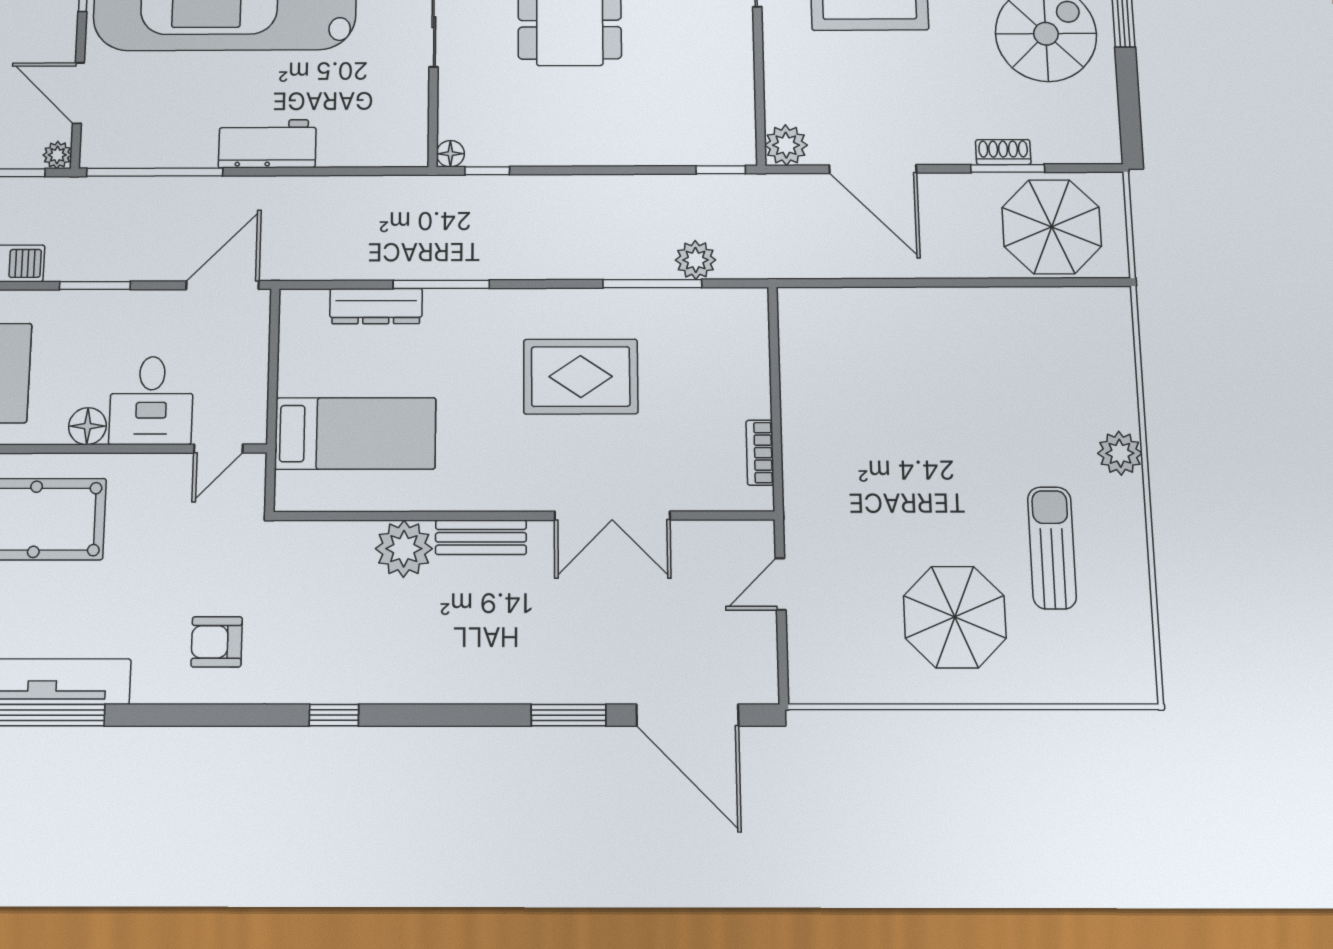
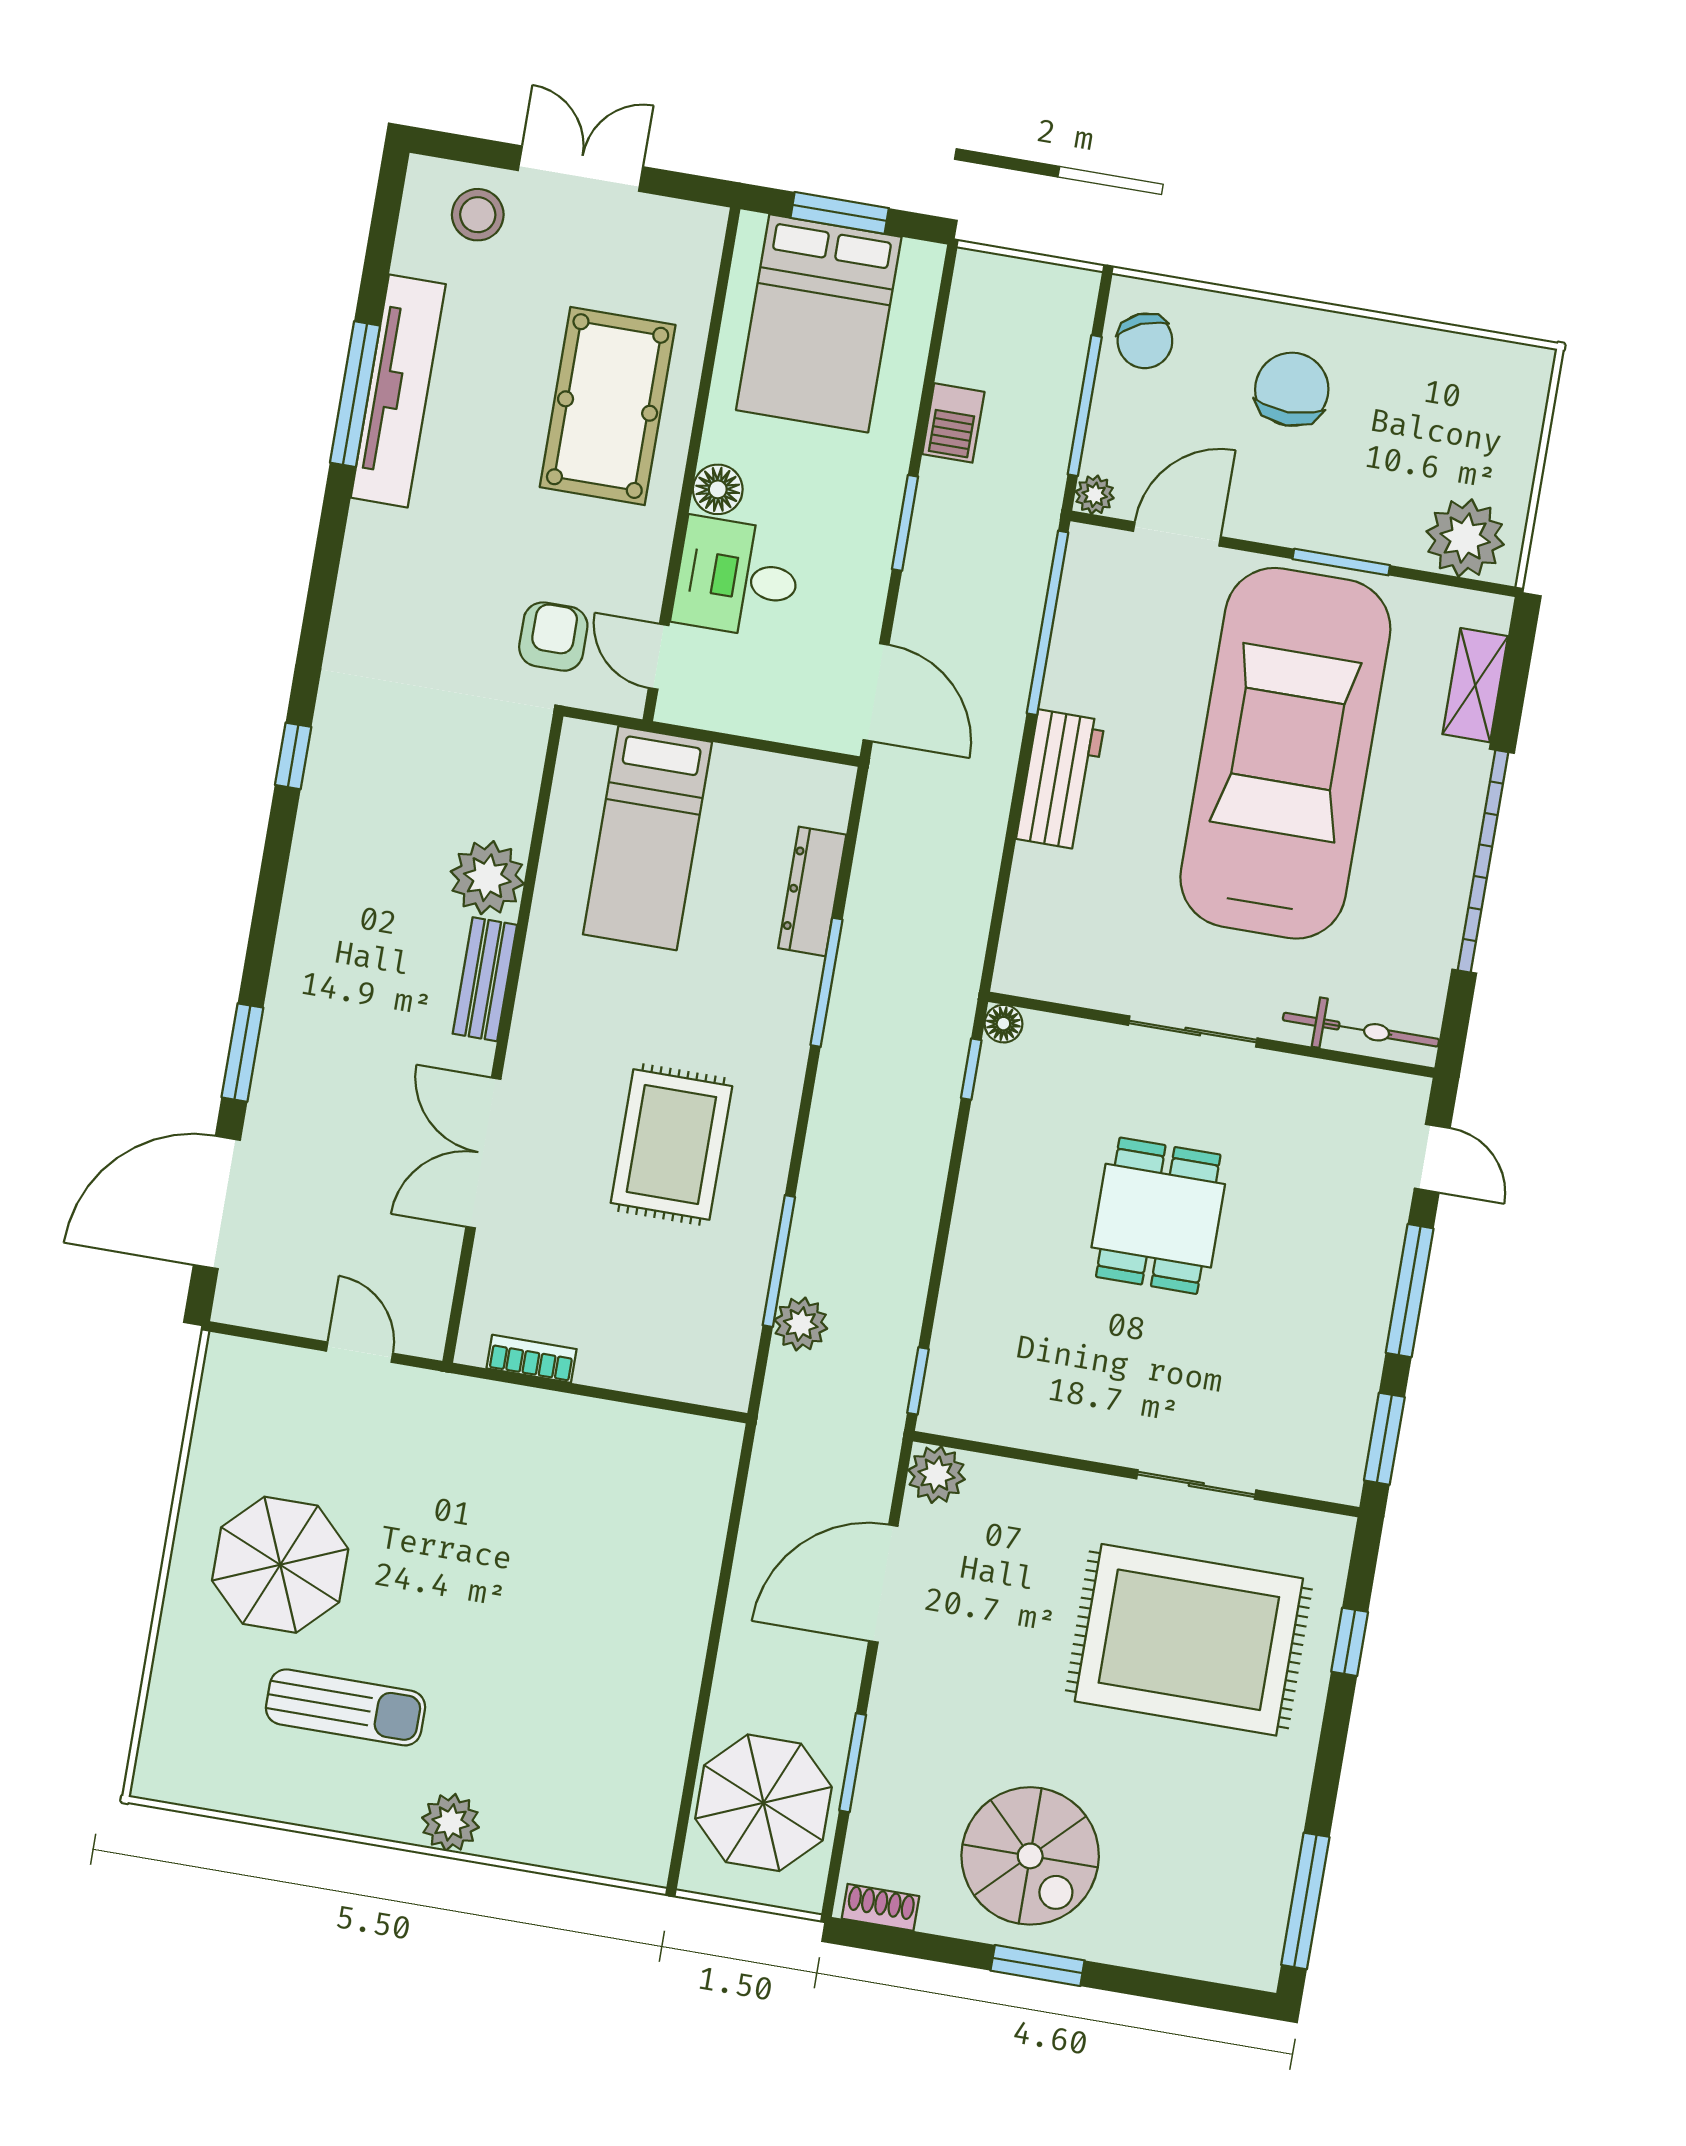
shoe rack: (1003, 152) -> (881, 1907), moved, turned -90
armchair: (217, 642) -> (553, 637), moved

